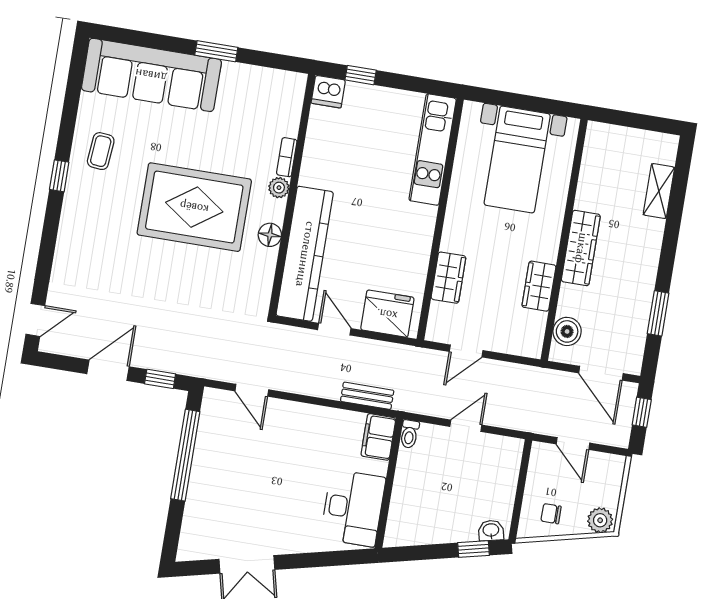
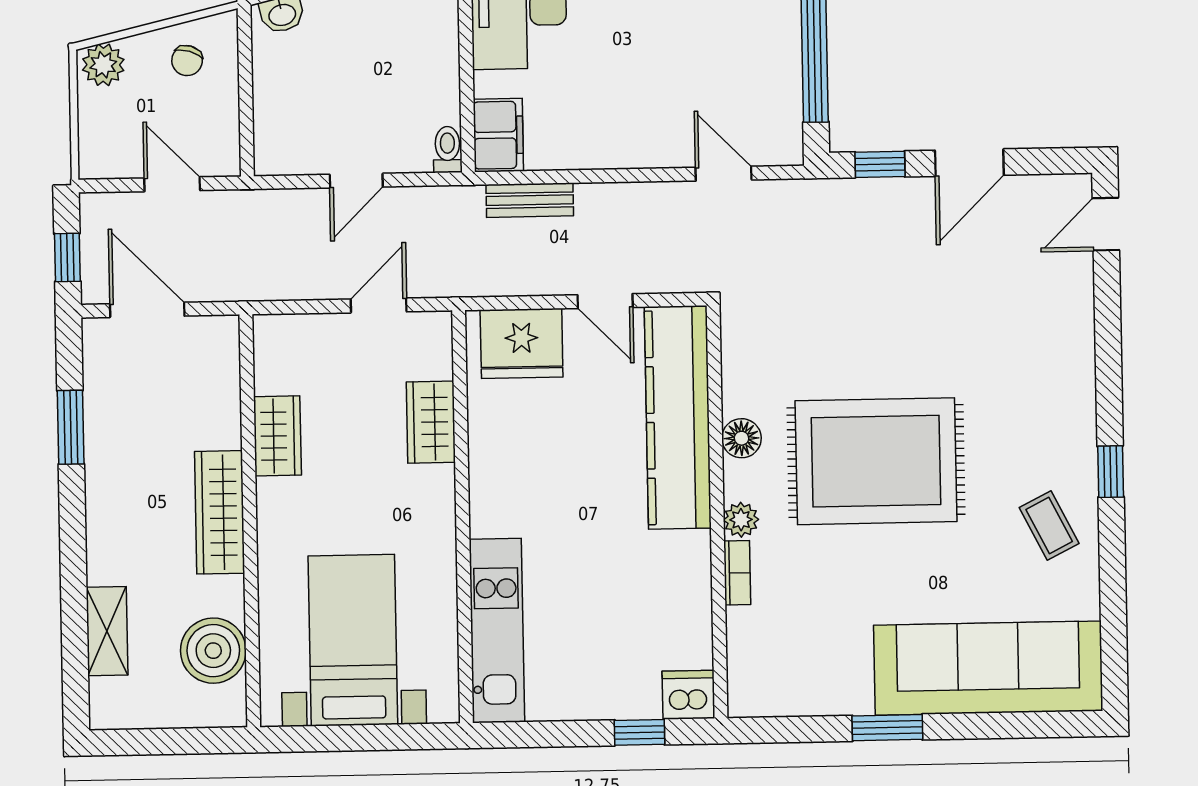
coffee table: (101, 151) -> (1049, 526), turned -32
boiler: (567, 331) -> (213, 651), moved, width x1.37, depth x1.37
chair: (551, 514) -> (187, 61), turned 107

